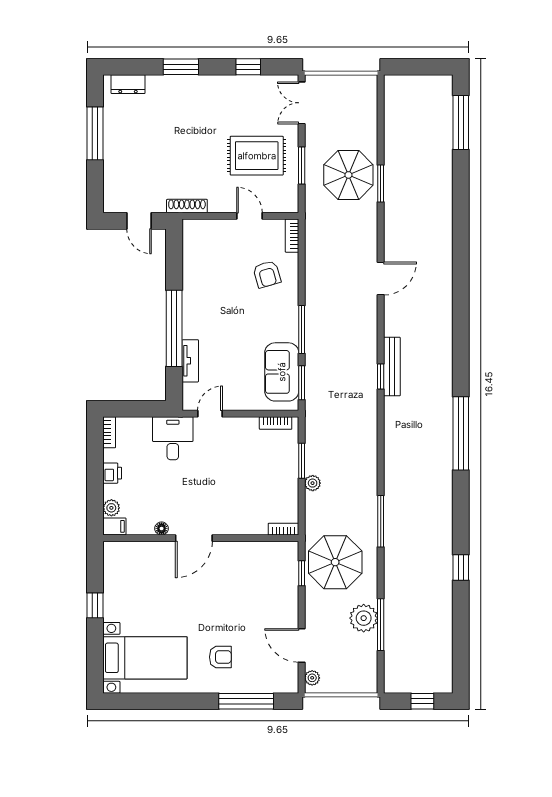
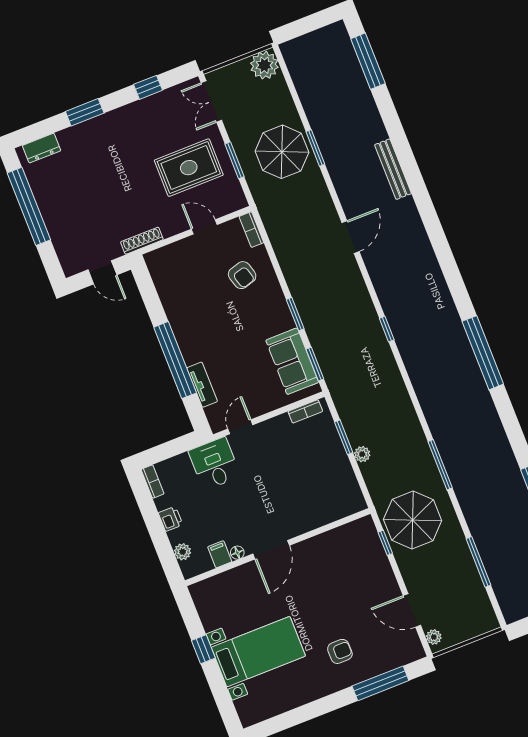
window: (95, 133) -> (29, 206), width x1.46
window: (302, 330) -> (295, 314), width x0.69
bench: (392, 367) -> (393, 169), moved
filing cabinet: (114, 526) -> (220, 554), moved, turned -90
bookcase: (283, 529) -> (352, 508), removed
plant: (364, 618) -> (264, 65), moved
bed with nightstands: (145, 658) -> (258, 652), moved

